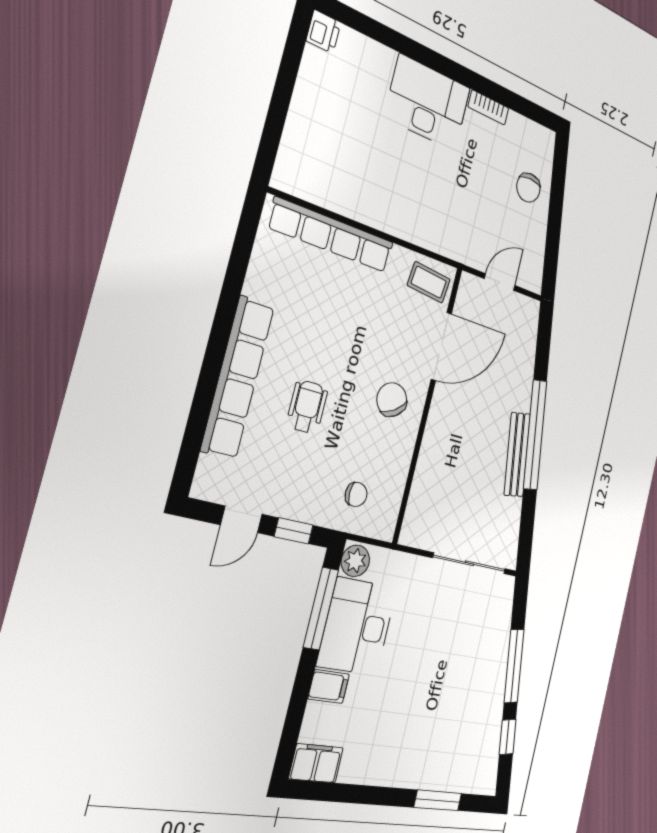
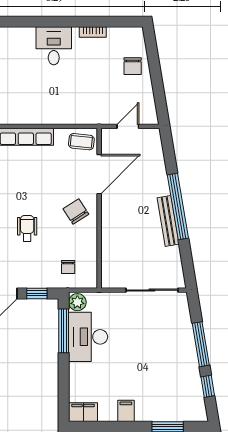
desk: (428, 103) -> (54, 46), width x0.73
chair: (356, 494) -> (68, 267), turned 90
filing cabinet: (329, 686) -> (126, 411), moved, turned -90

